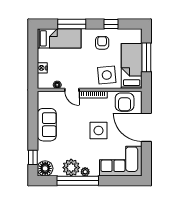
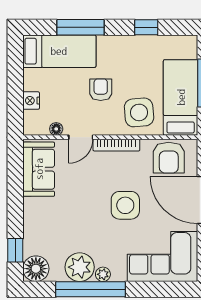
armchair: (102, 43) -> (101, 90), moved
door: (72, 90) -> (81, 137), hinge flipped
sofa: (47, 125) -> (39, 169), moved

